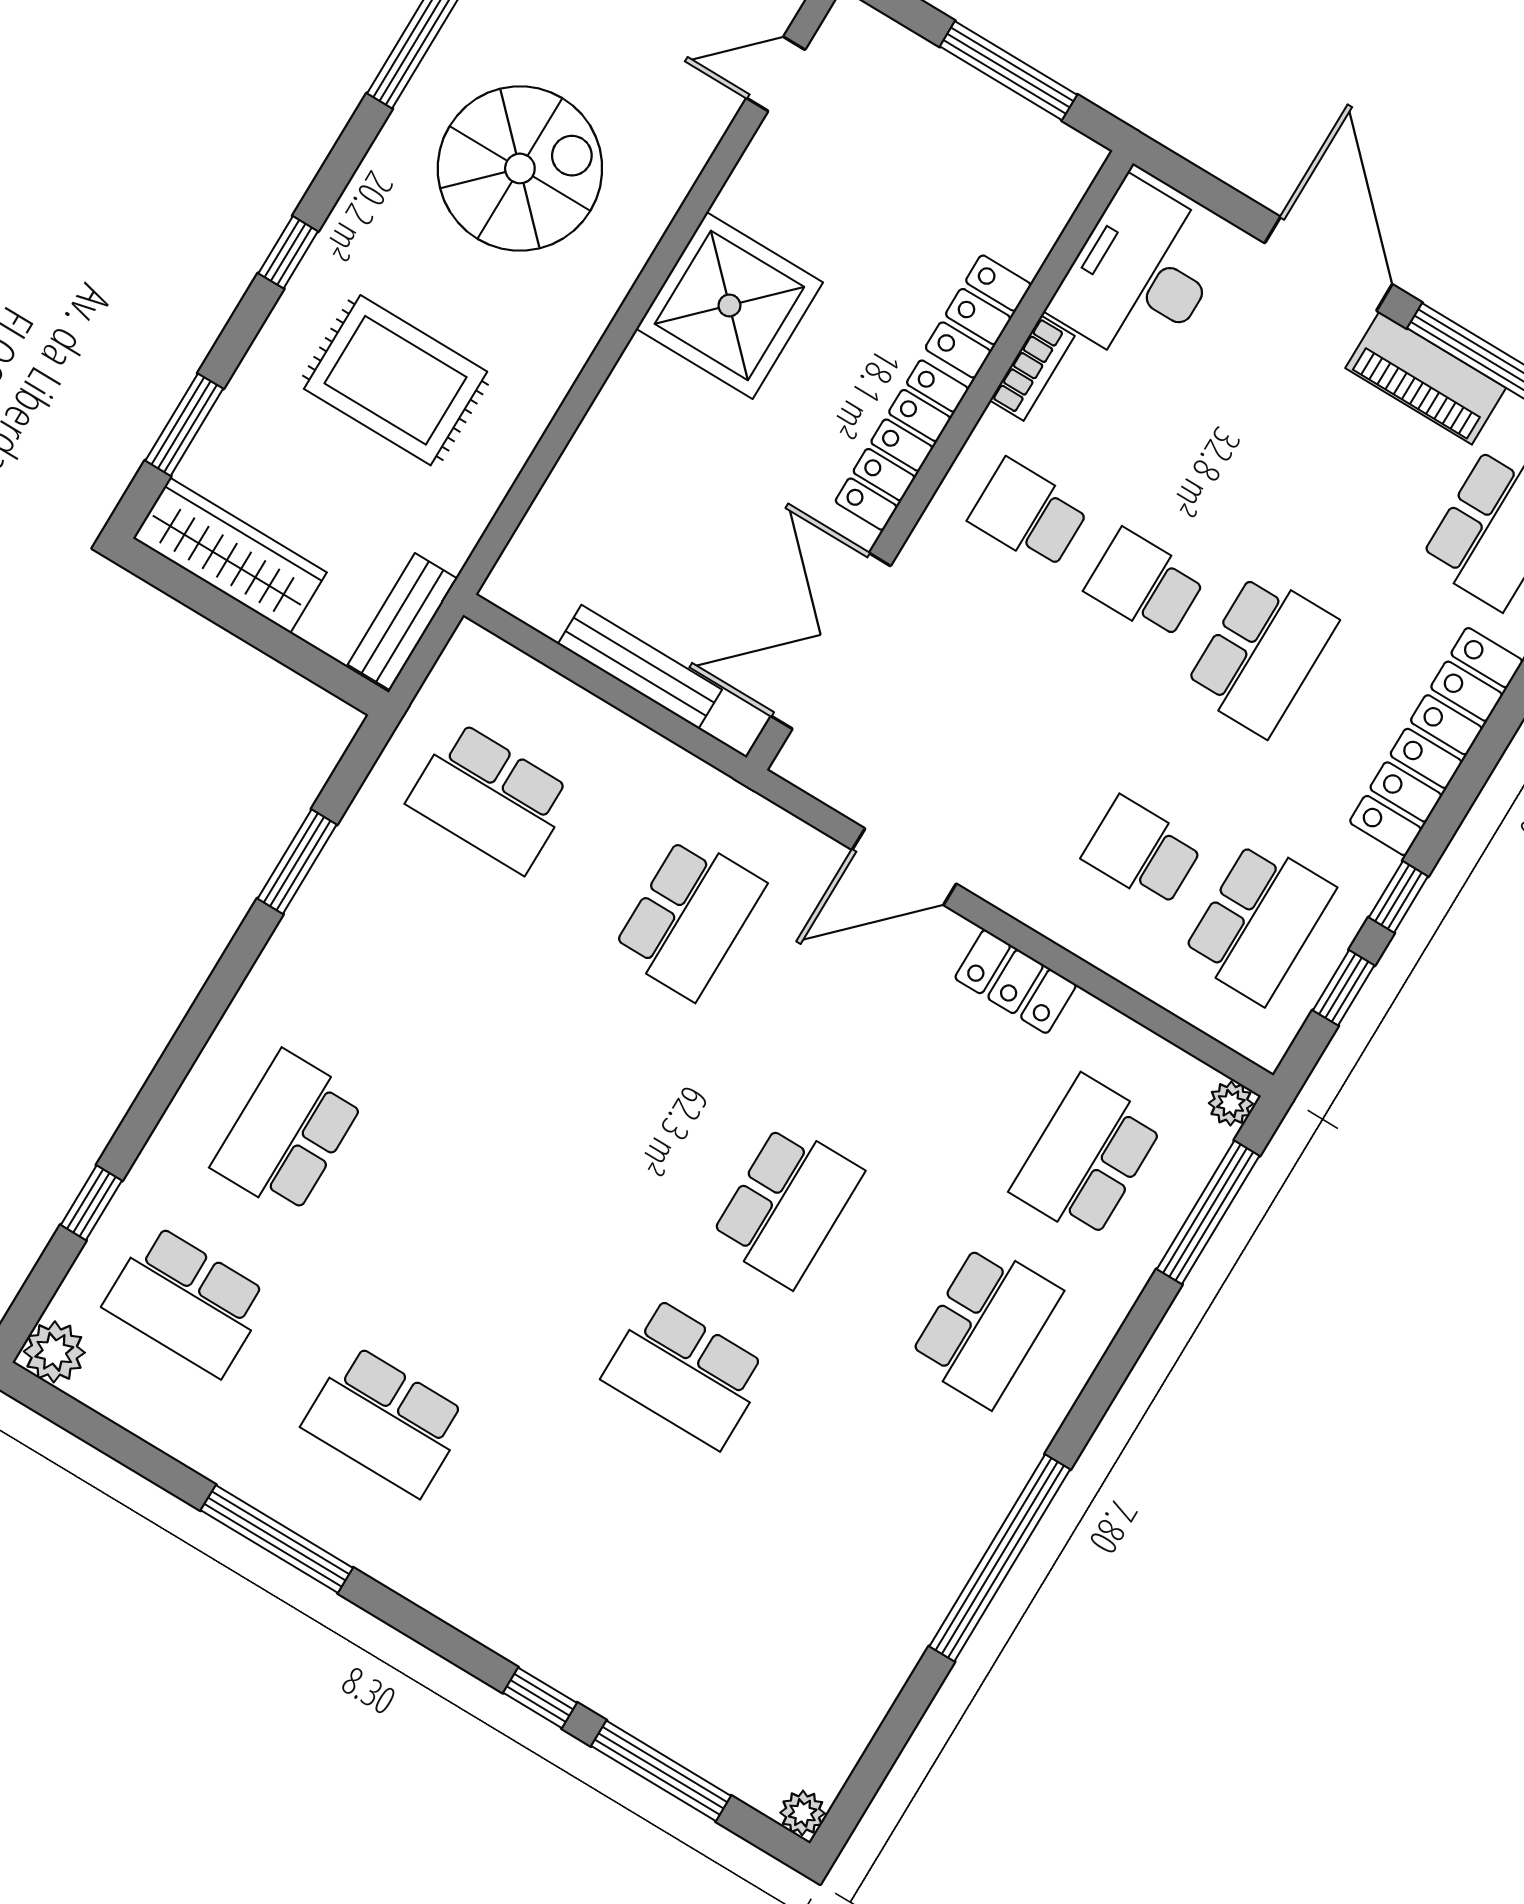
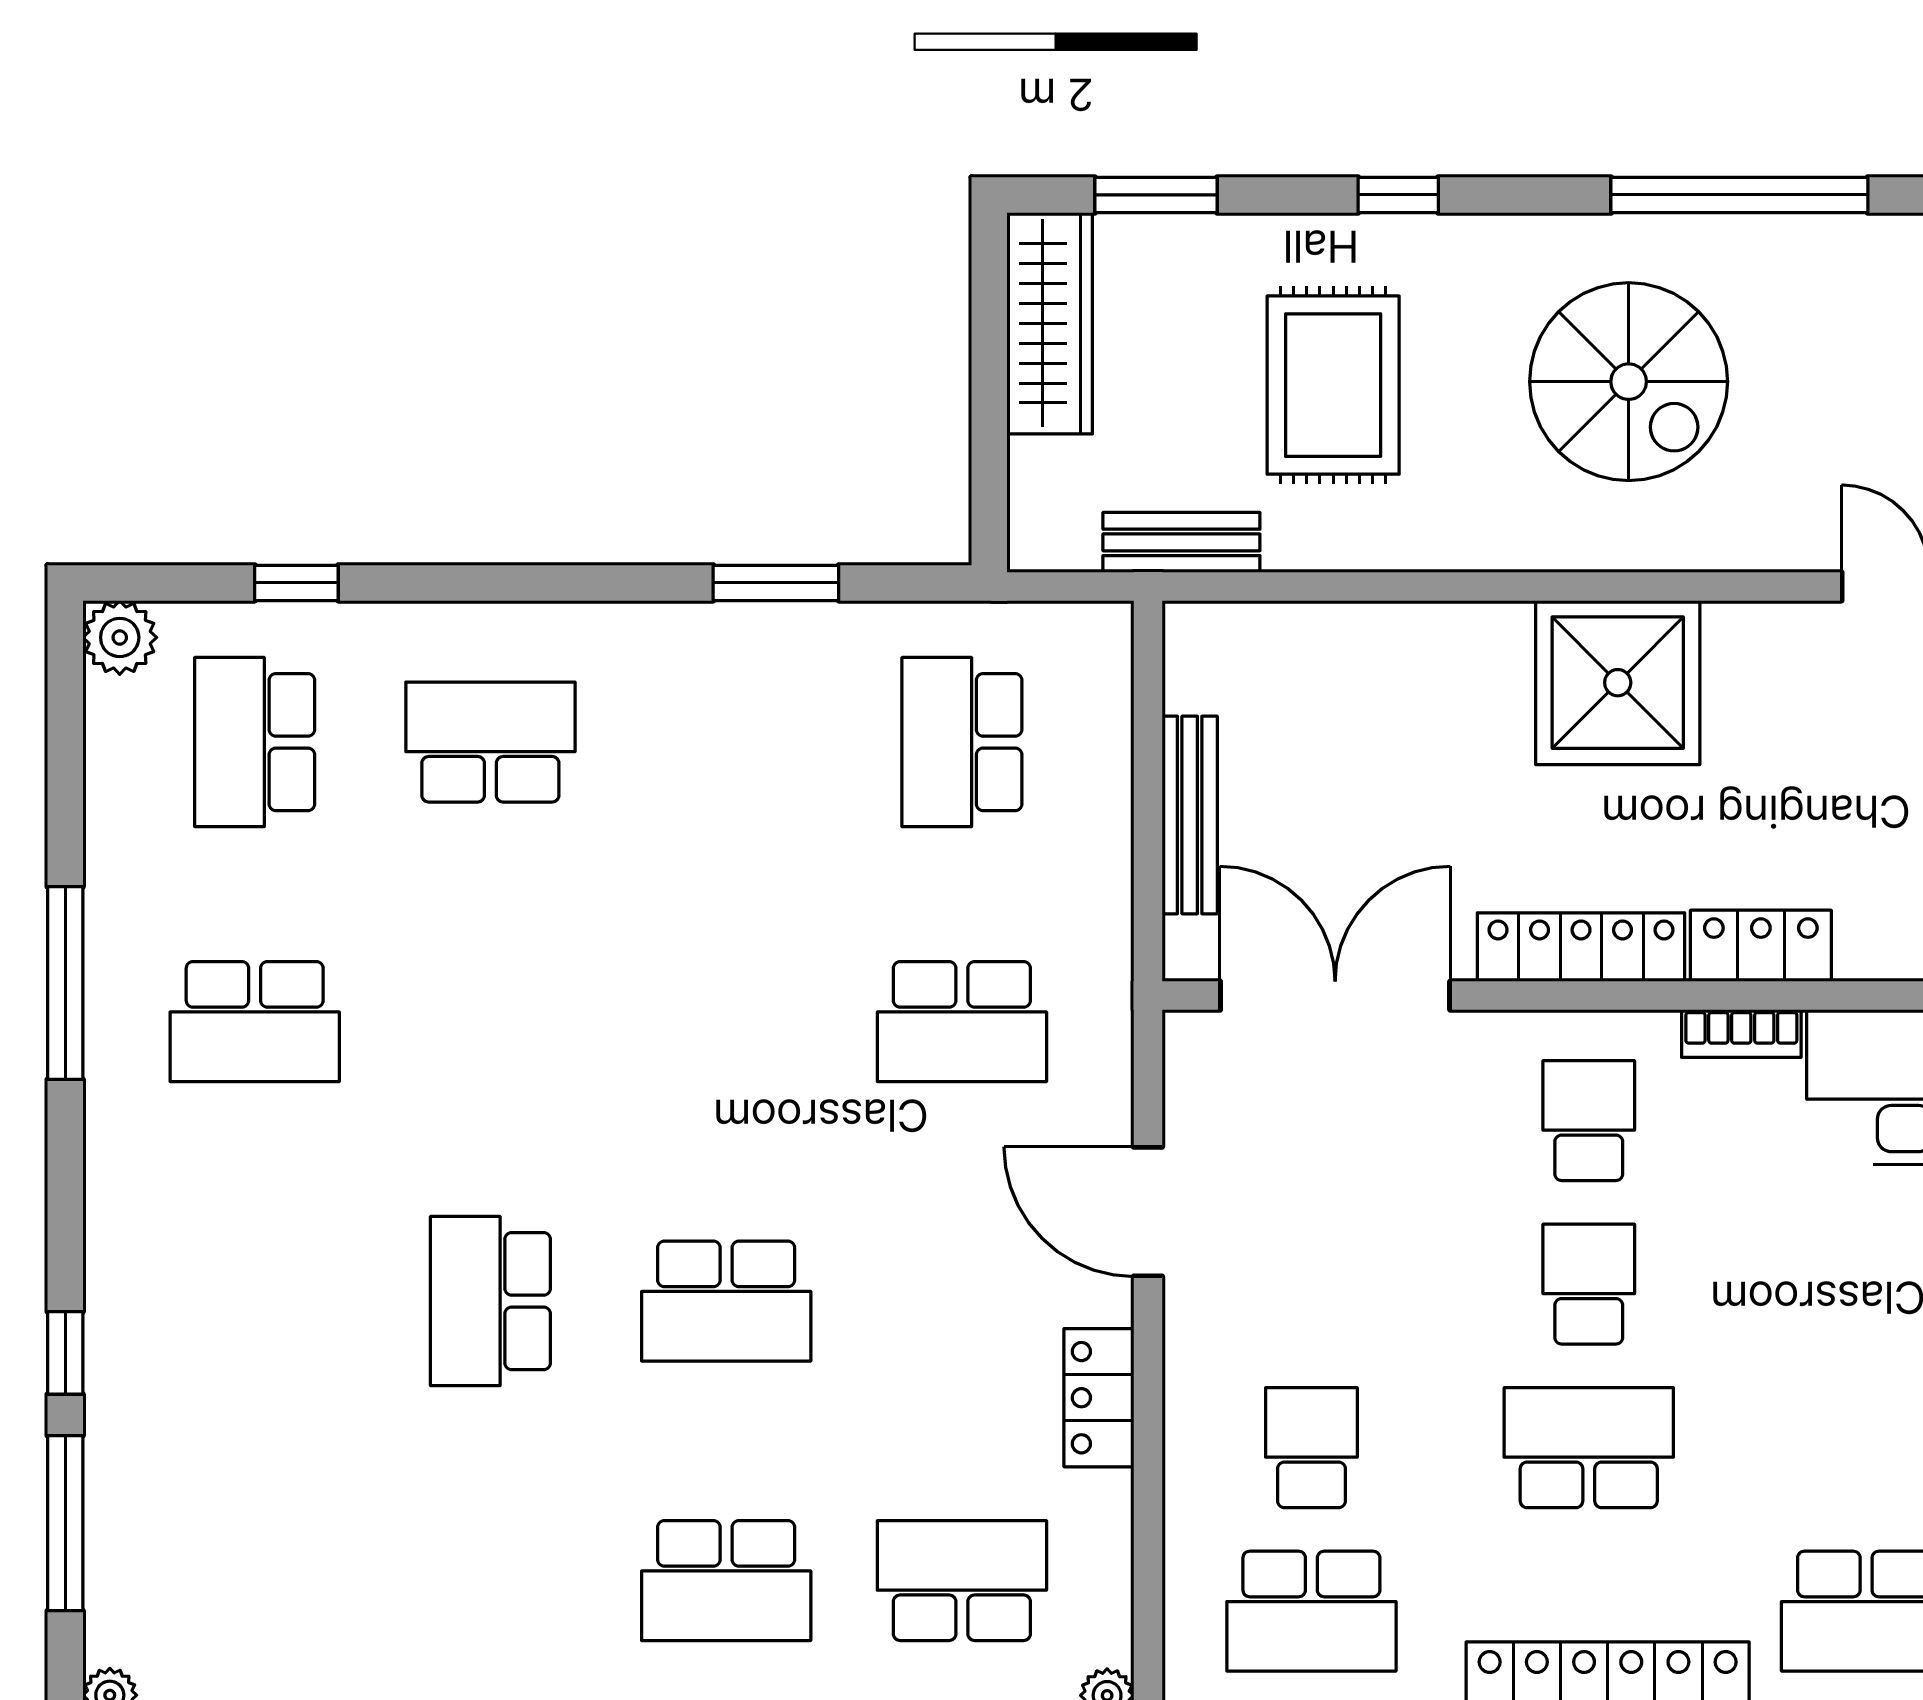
bench: (403, 622) -> (1181, 542), moved
school desk: (1261, 654) -> (1589, 1448), turned 180
school desk: (386, 1421) -> (255, 1022), turned -90

